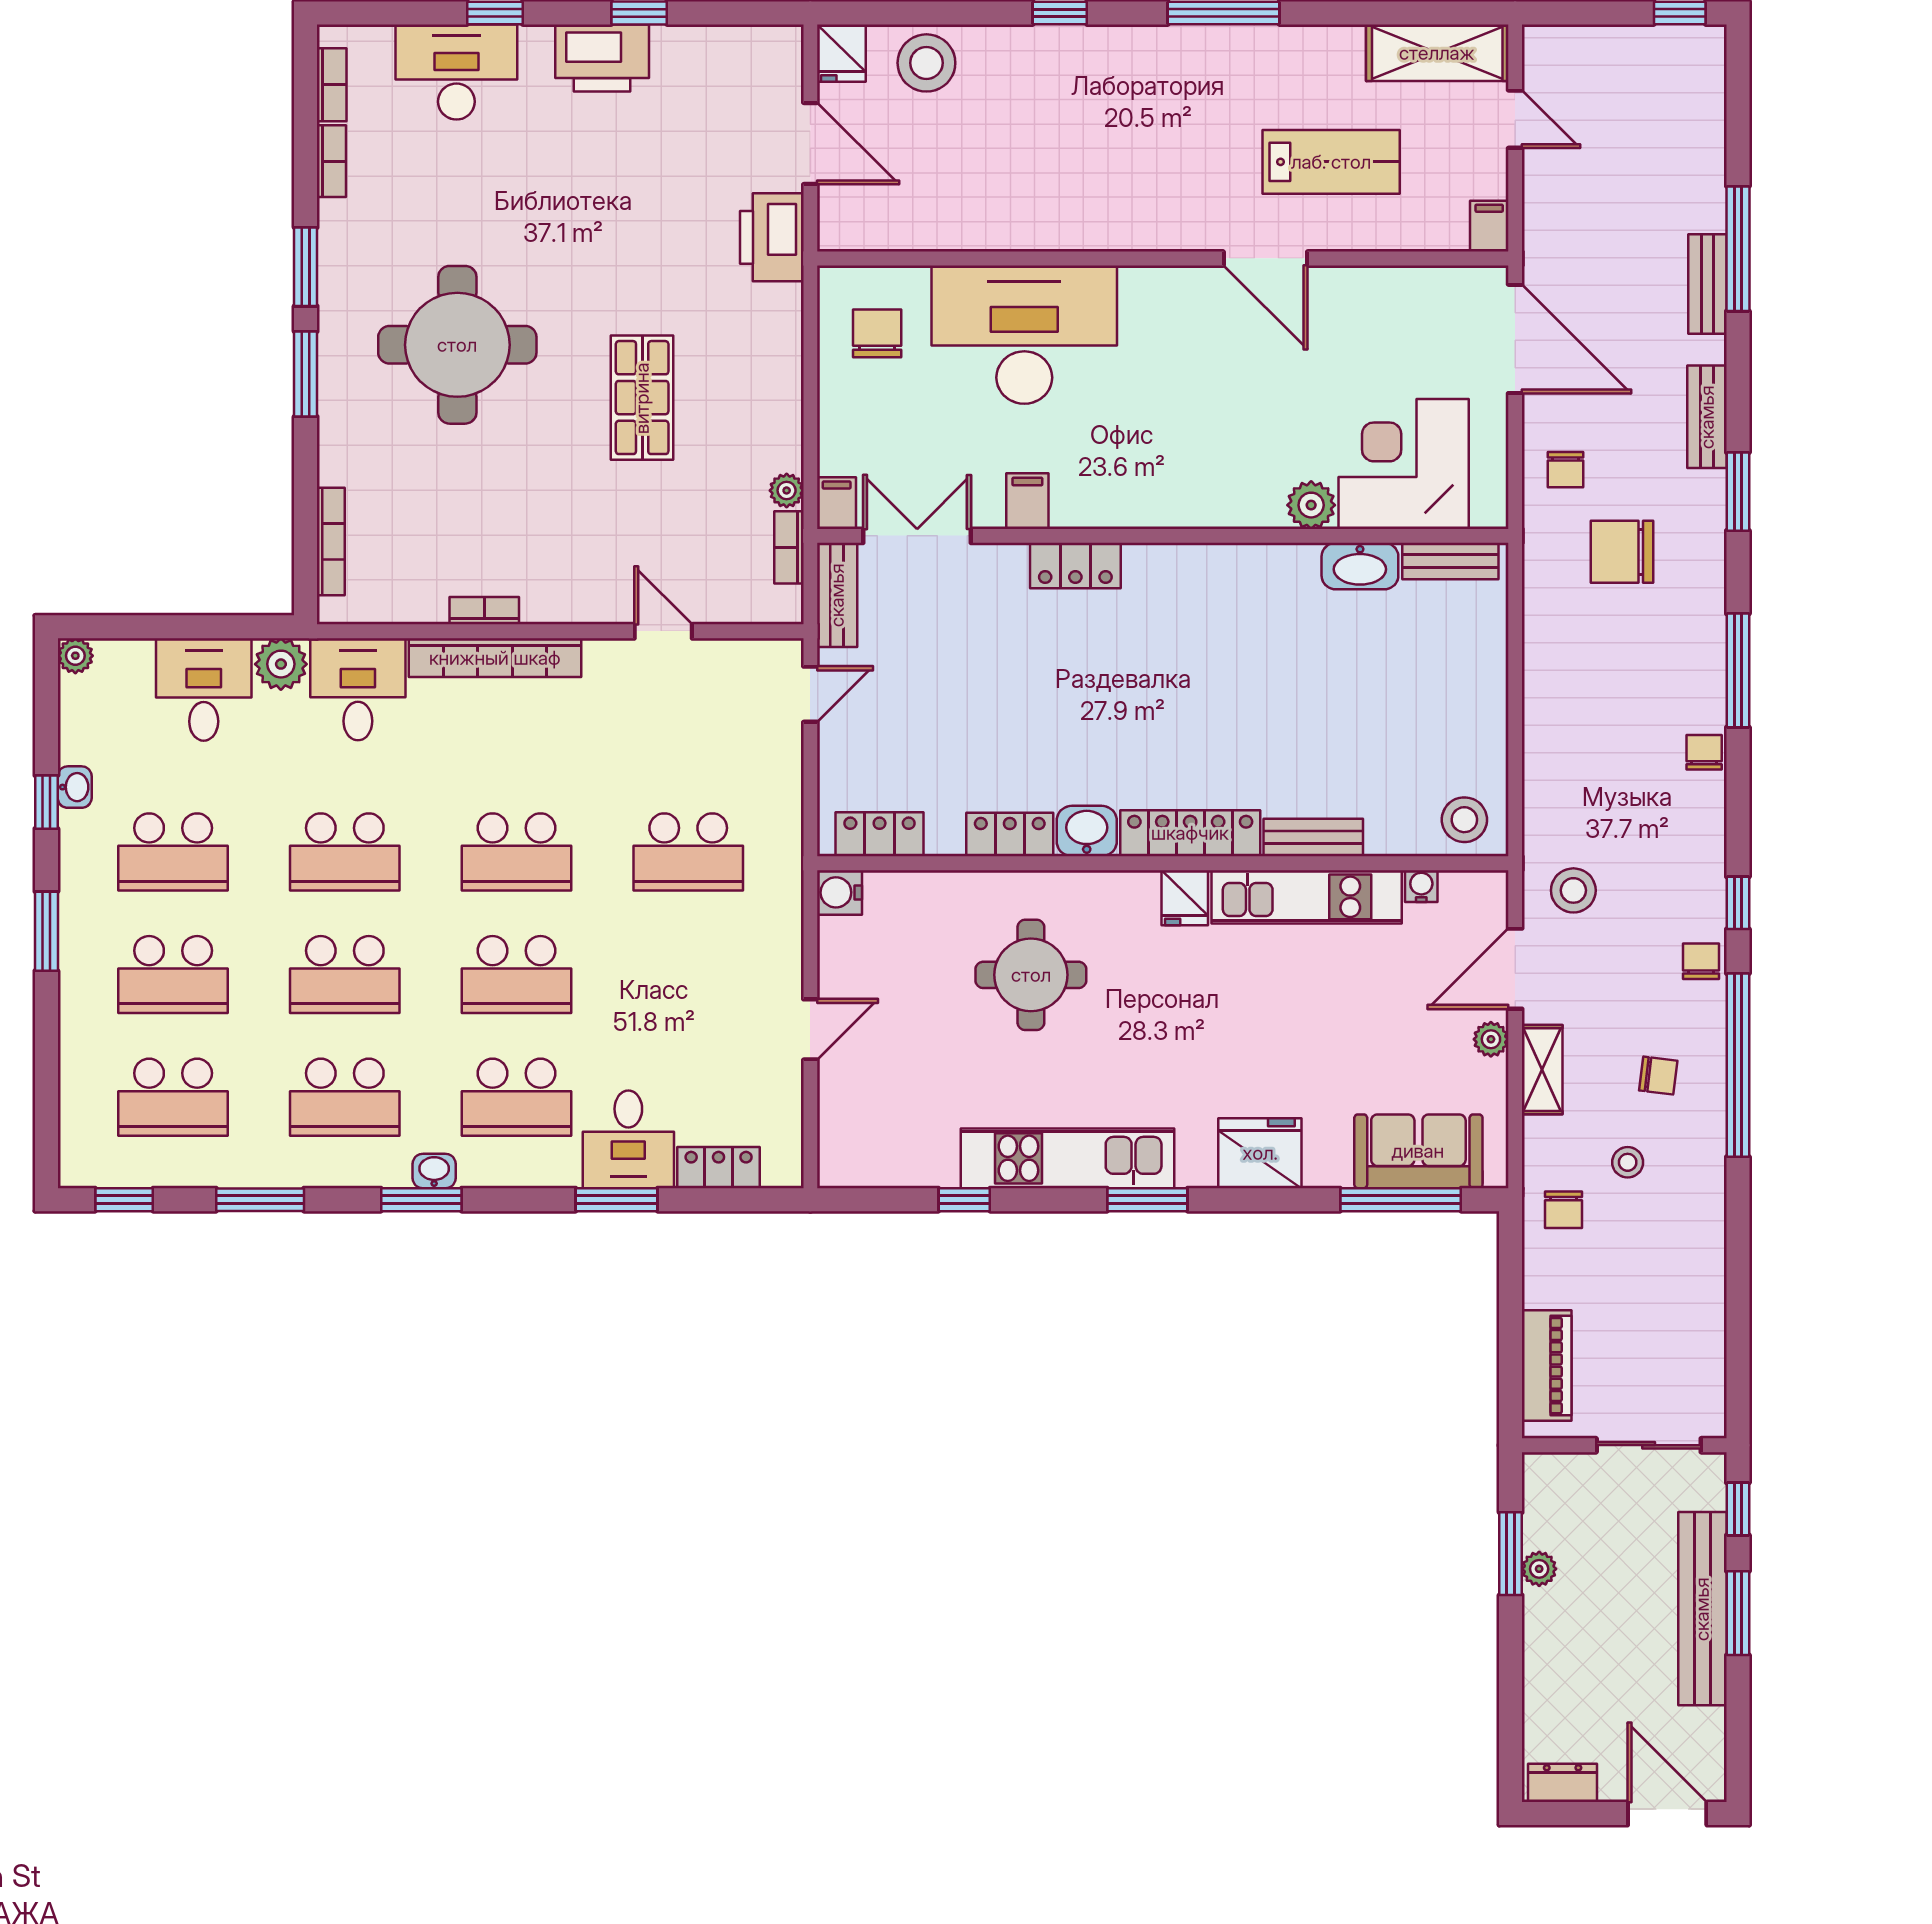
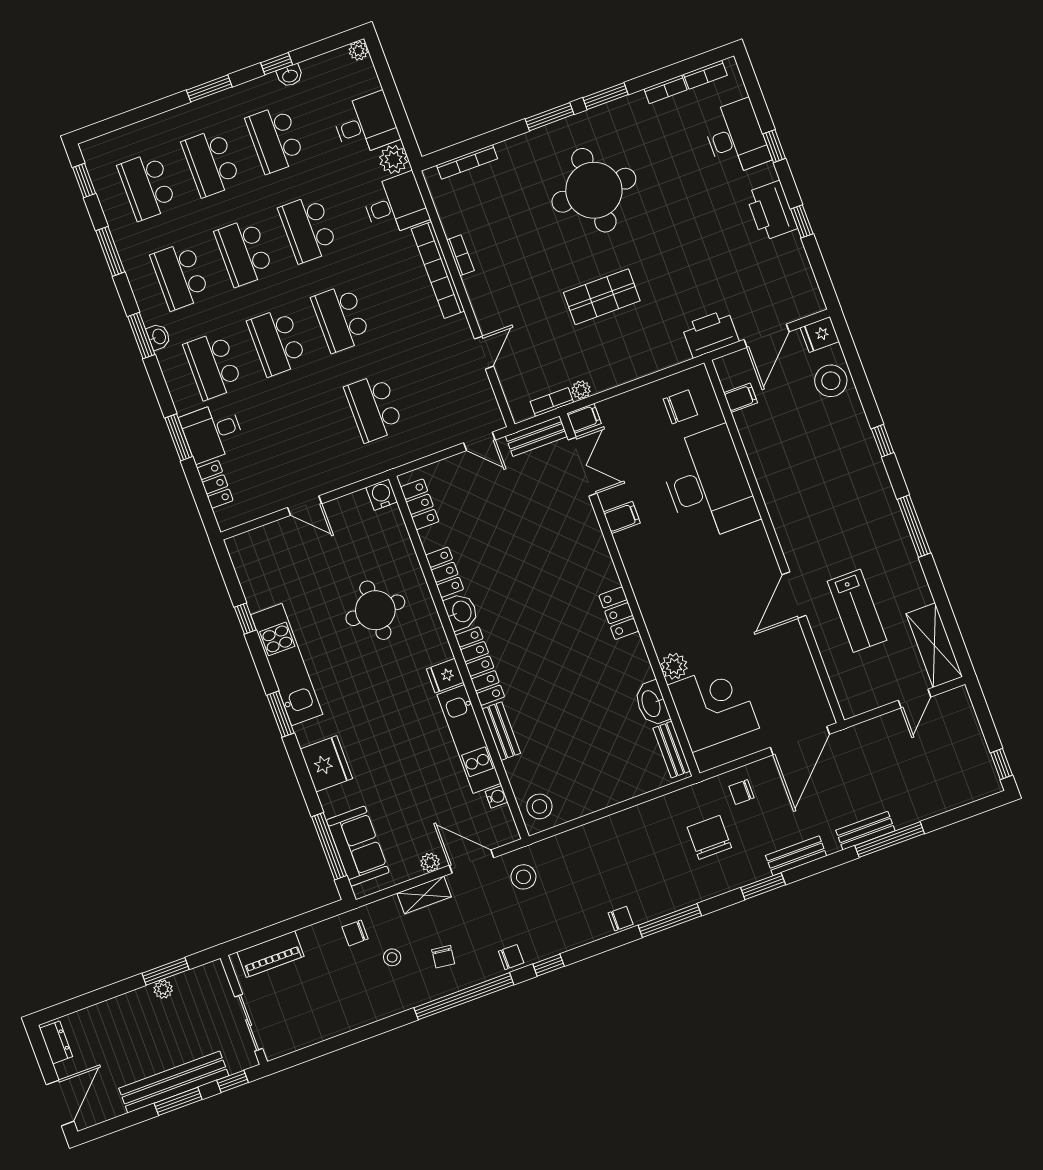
filing cabinet: (1489, 226) -> (741, 398), moved
locker: (1075, 566) -> (619, 613), moved

